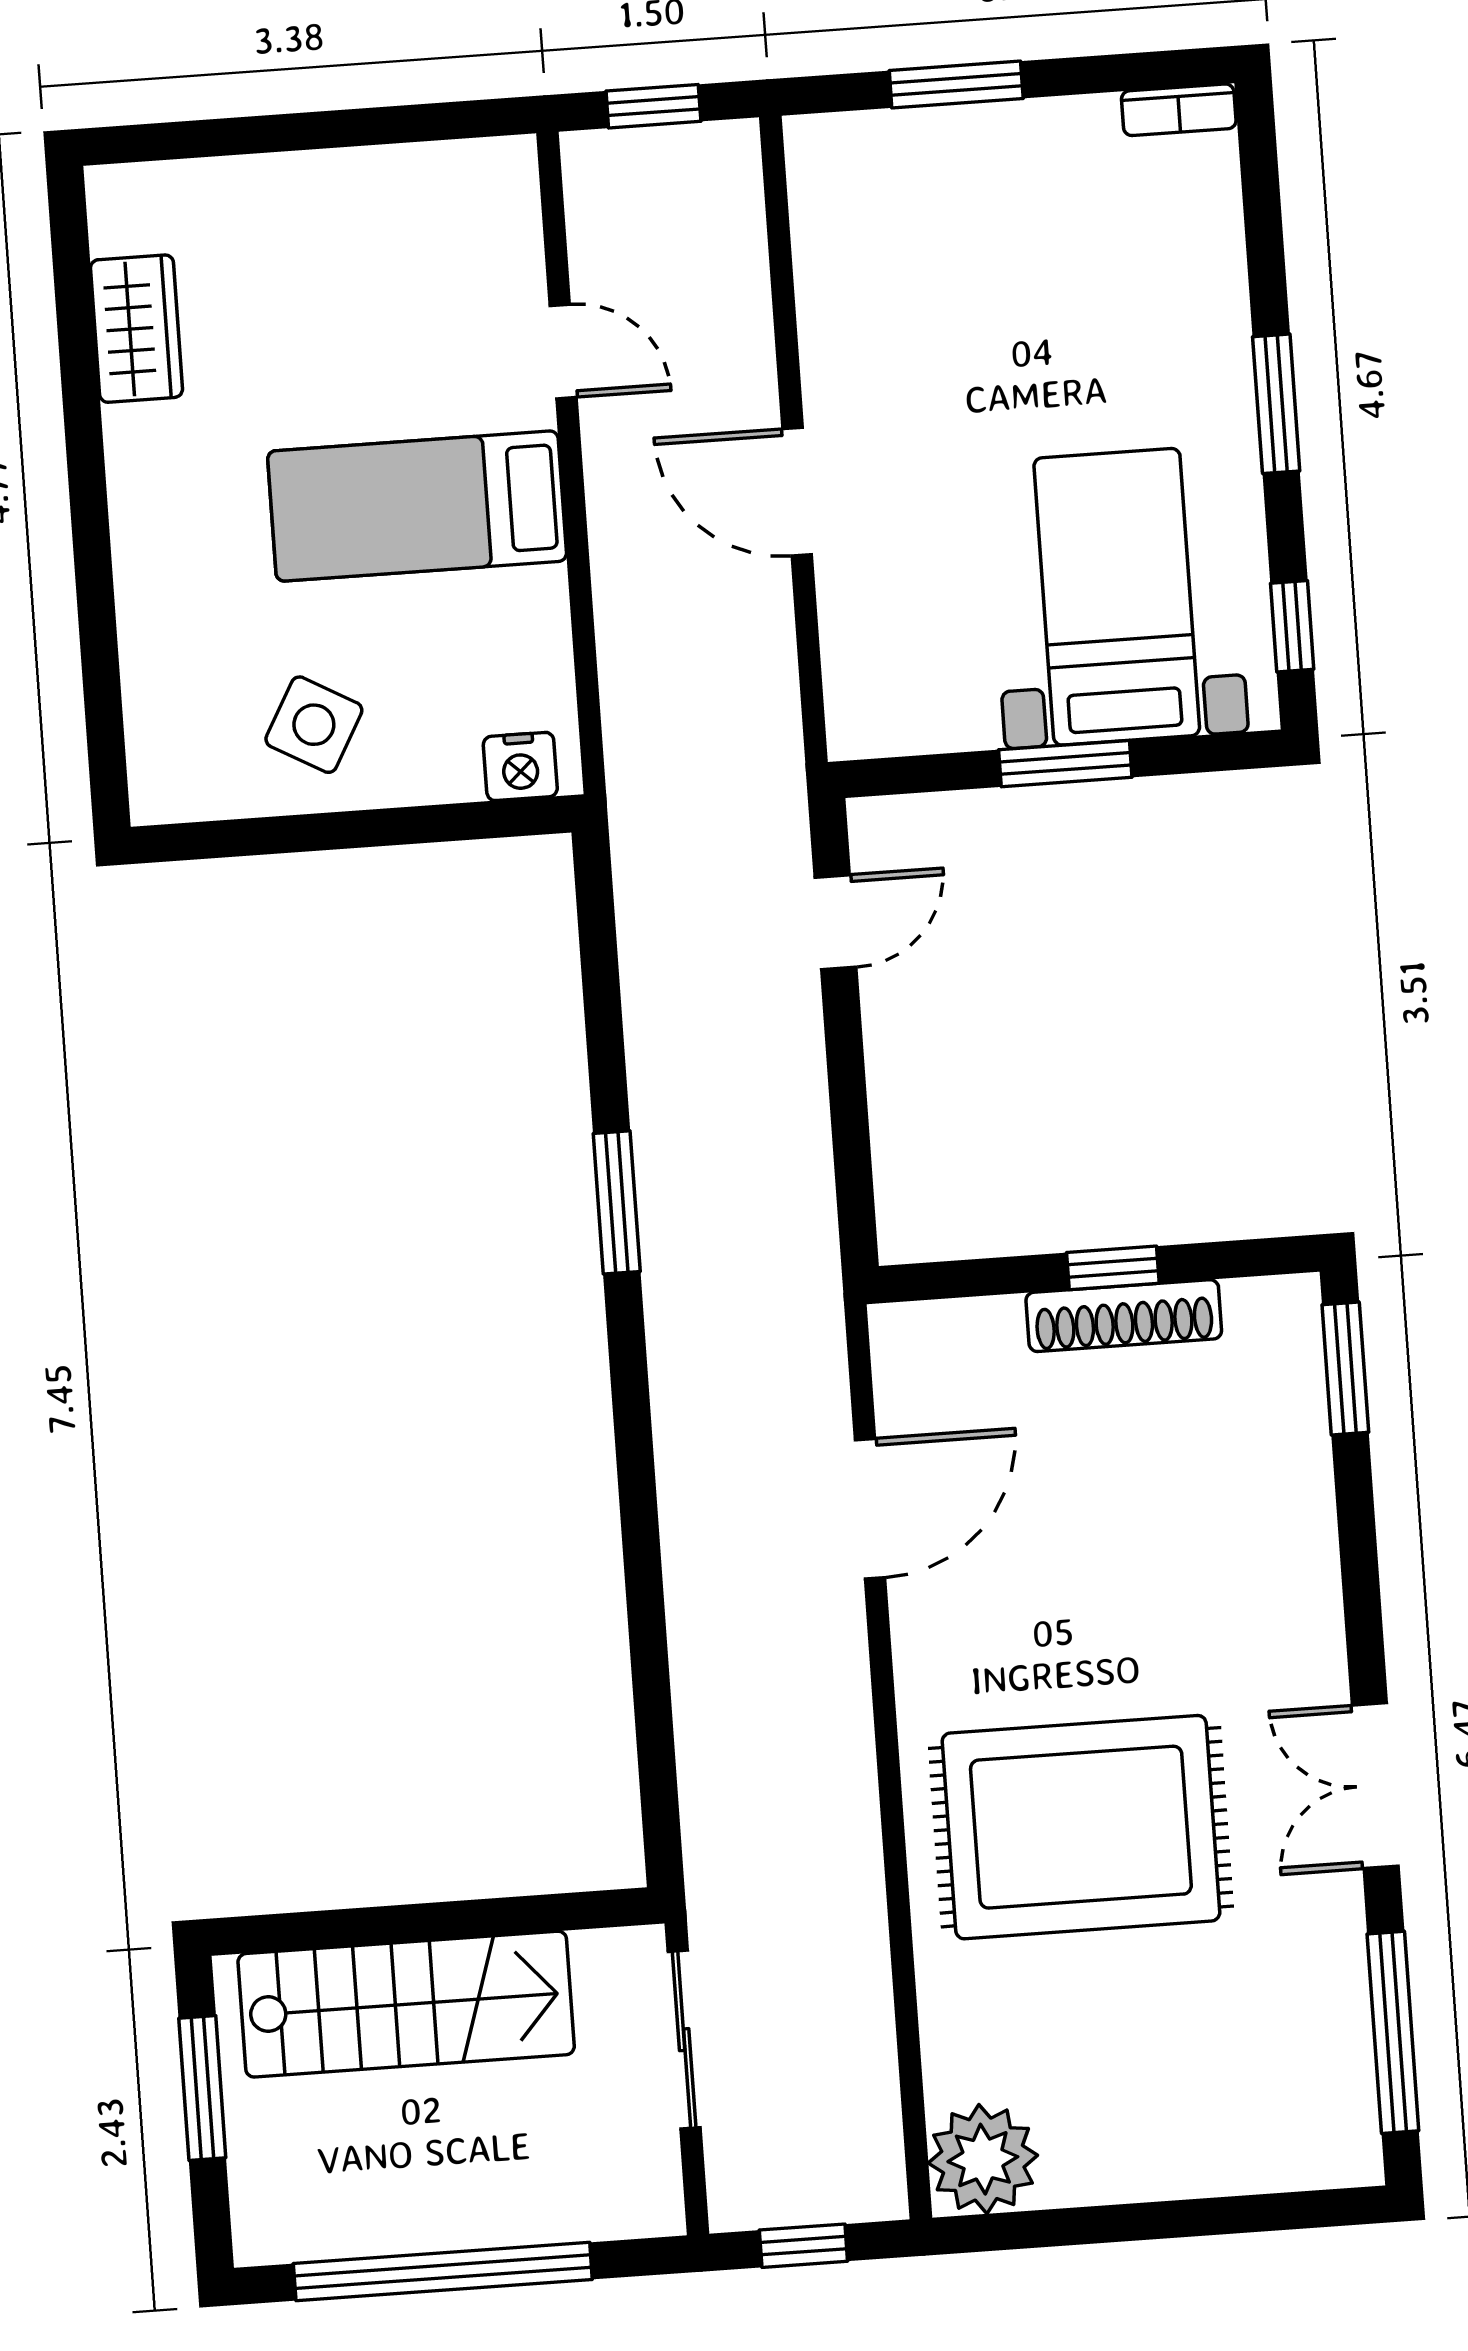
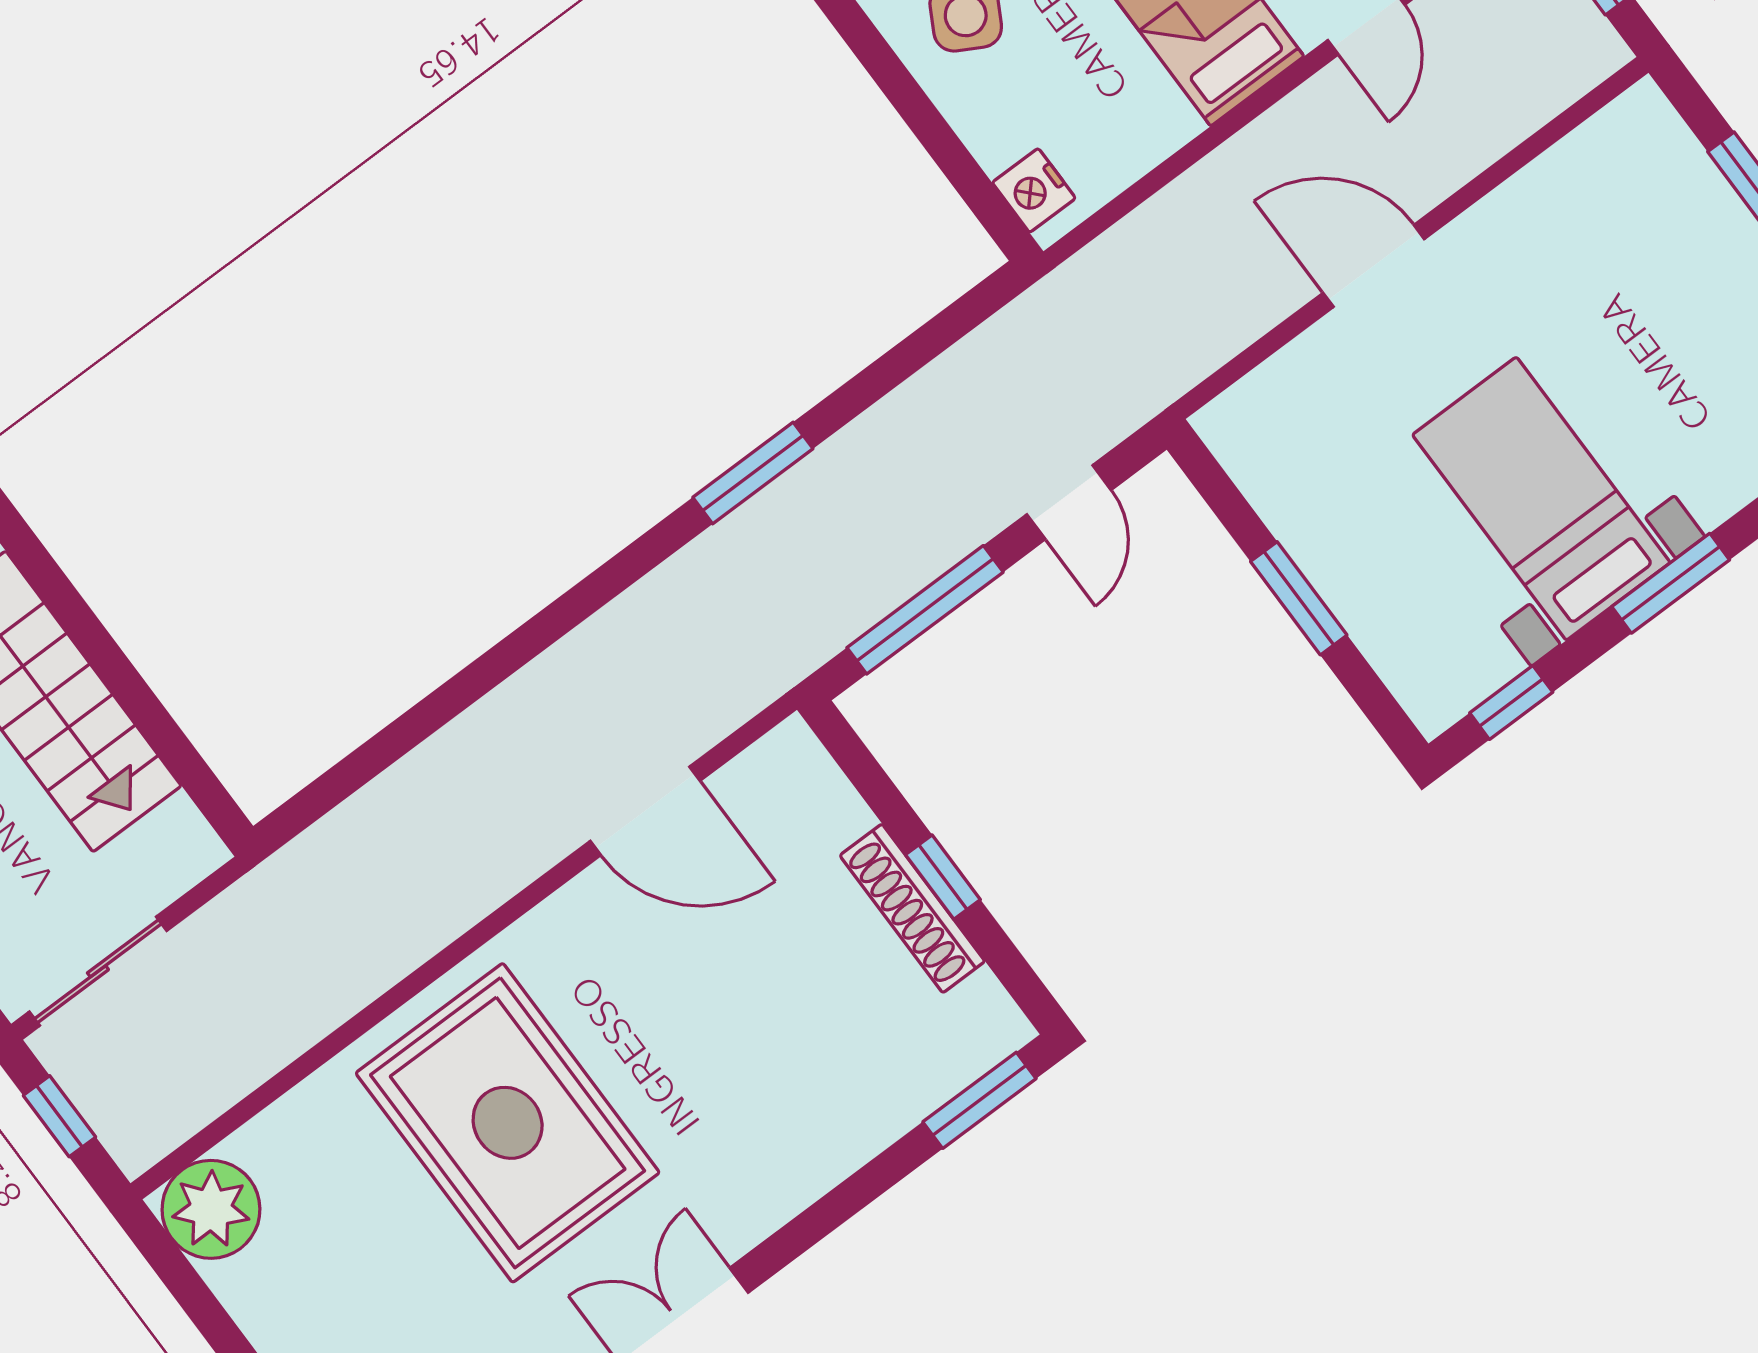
door: (797, 492) -> (1374, 266), hinge flipped
bed with nightstands: (1117, 597) -> (1541, 499), moved, turned -90
door: (836, 922) -> (1069, 502), hinge flipped
window: (850, 1123) -> (925, 610), added
sliding door: (684, 2040) -> (98, 971), moved

